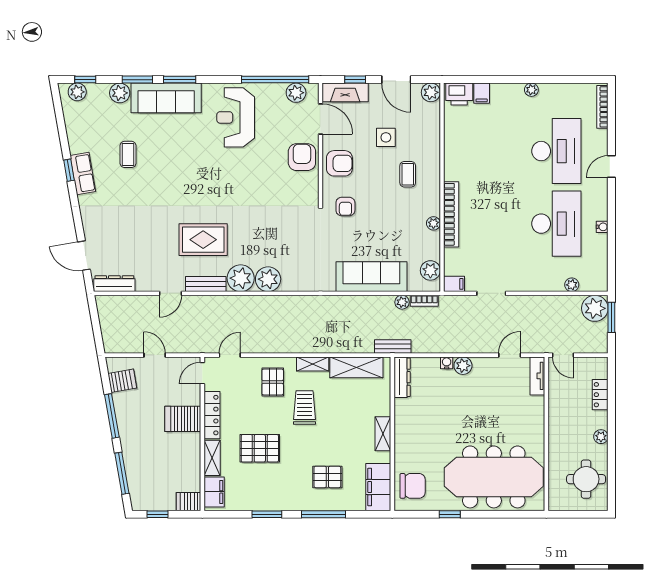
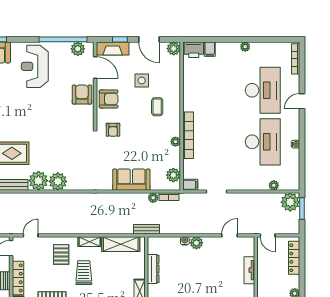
sofa: (371, 277) -> (131, 180), width x0.73
tv unit: (537, 376) -> (249, 270), moved
dresser: (402, 377) -> (153, 269), moved
locker: (600, 395) -> (294, 258), width x1.53

